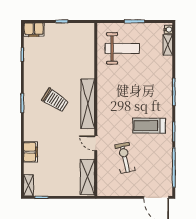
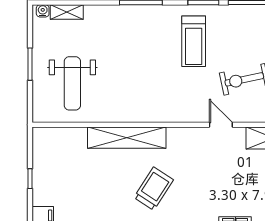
weight bench: (122, 48) -> (72, 83), turned 180
shelving: (88, 104) -> (127, 138), moved
door: (96, 143) -> (221, 125), swing flipped

